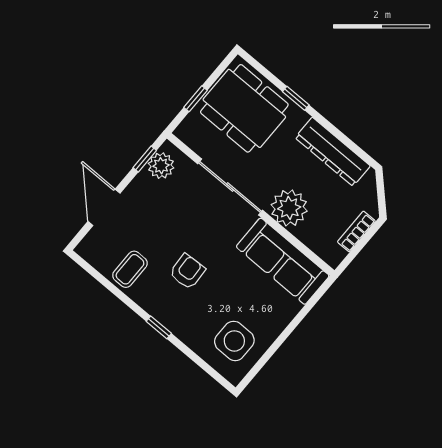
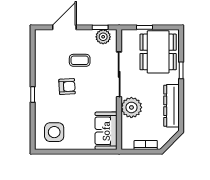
sofa: (283, 261) -> (106, 131), width x0.73
coffee table: (130, 269) -> (80, 60), moved

